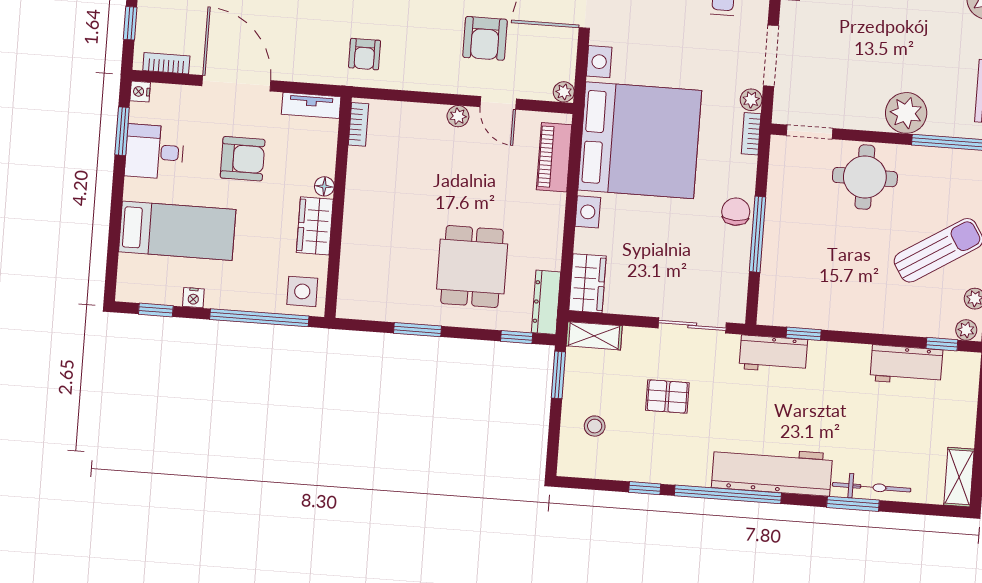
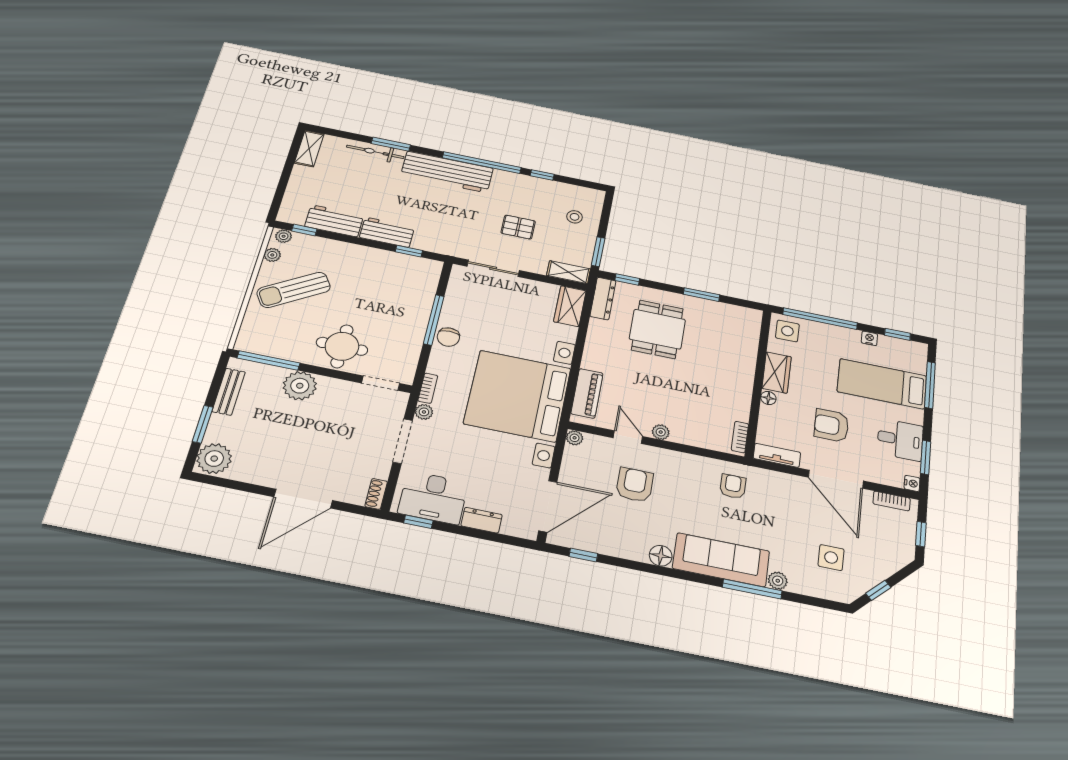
window: (114, 239) -> (930, 385), added
workbench: (773, 354) -> (387, 232), moved

